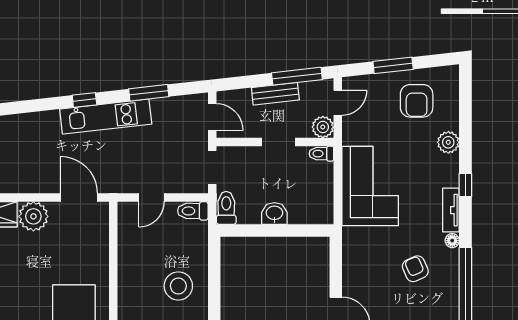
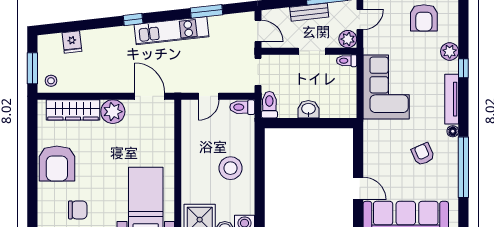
window: (84, 100) -> (133, 20), moved
window: (465, 185) -> (463, 68), moved
tv unit: (451, 210) -> (452, 99), width x1.41

